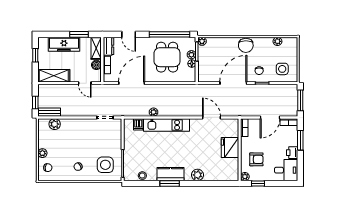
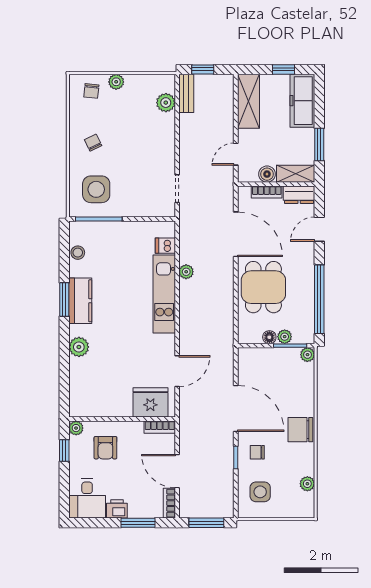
freezer: (64, 44) -> (302, 101), moved
dining table: (167, 57) -> (263, 287), moved, turned 90
fridge: (230, 147) -> (150, 402), moved

